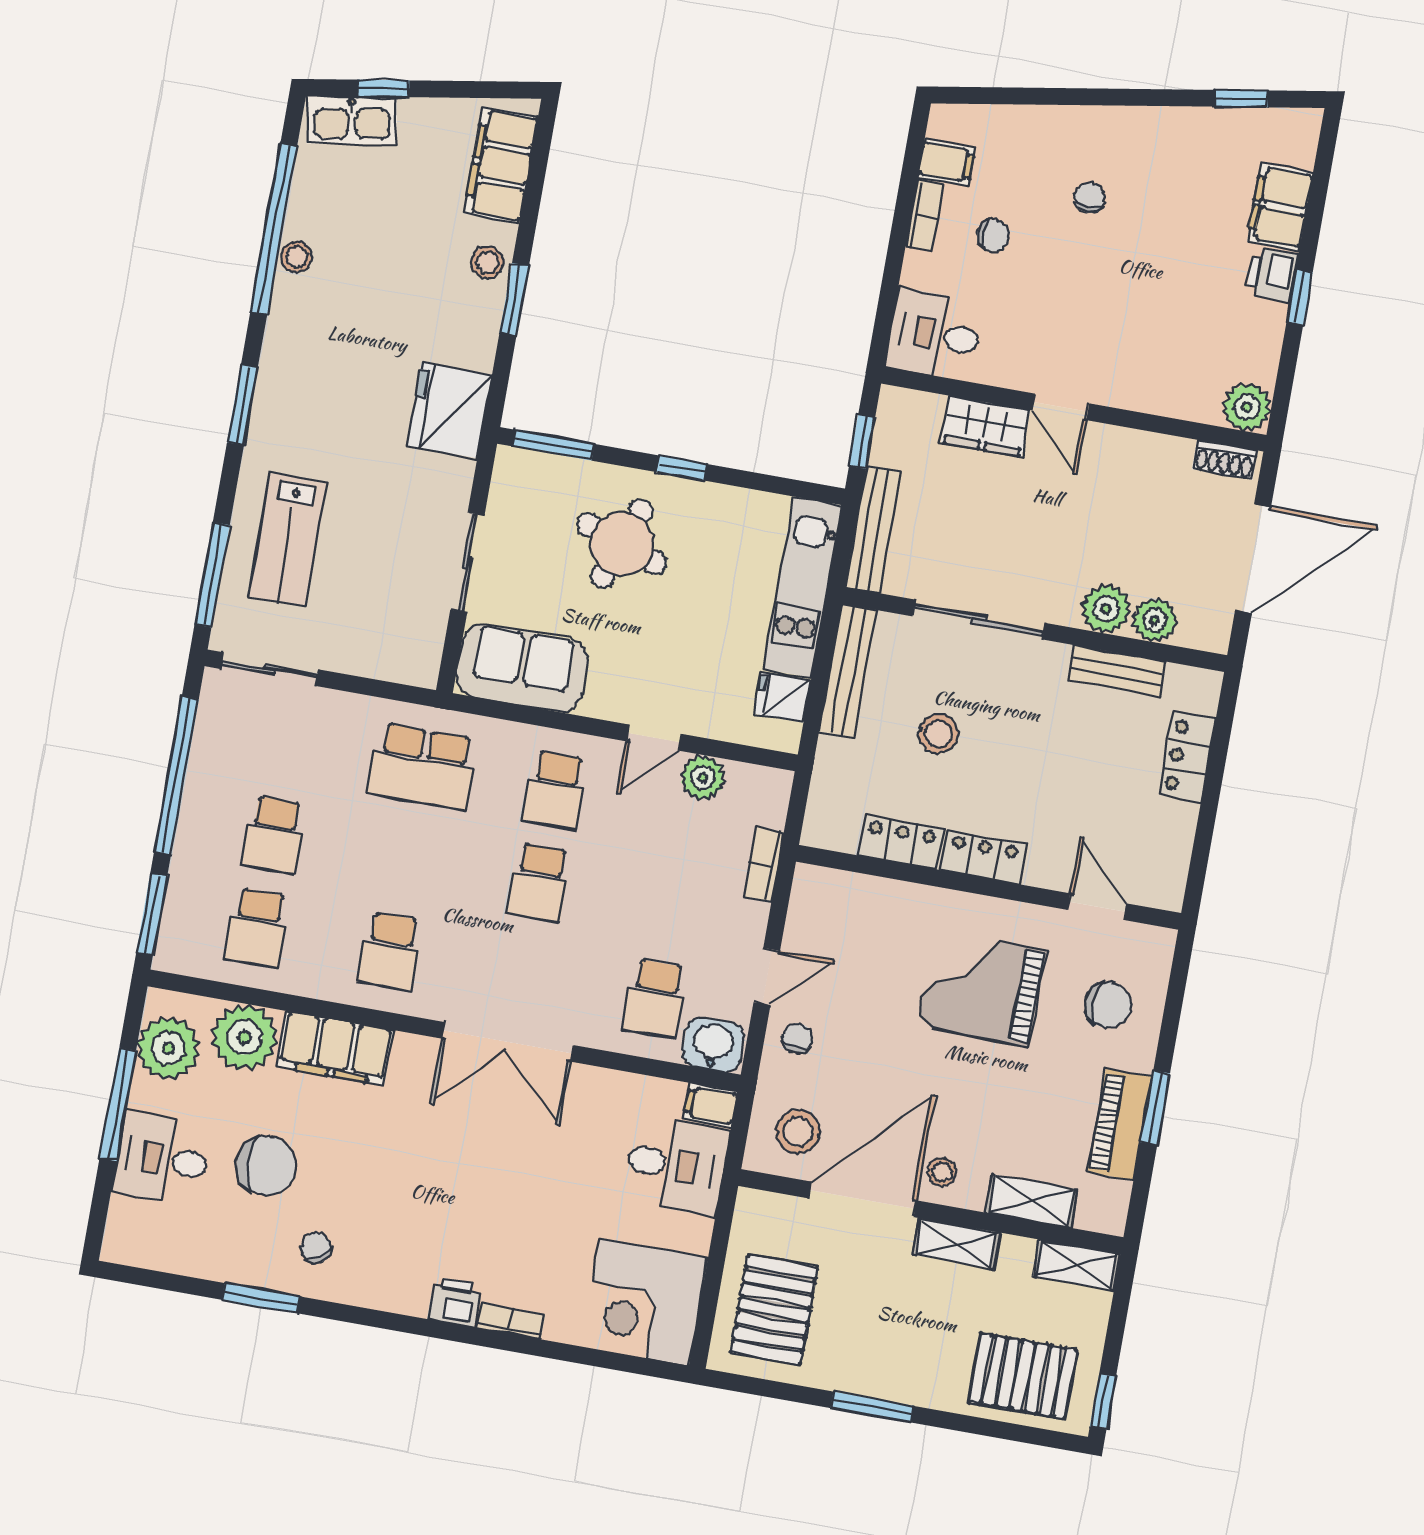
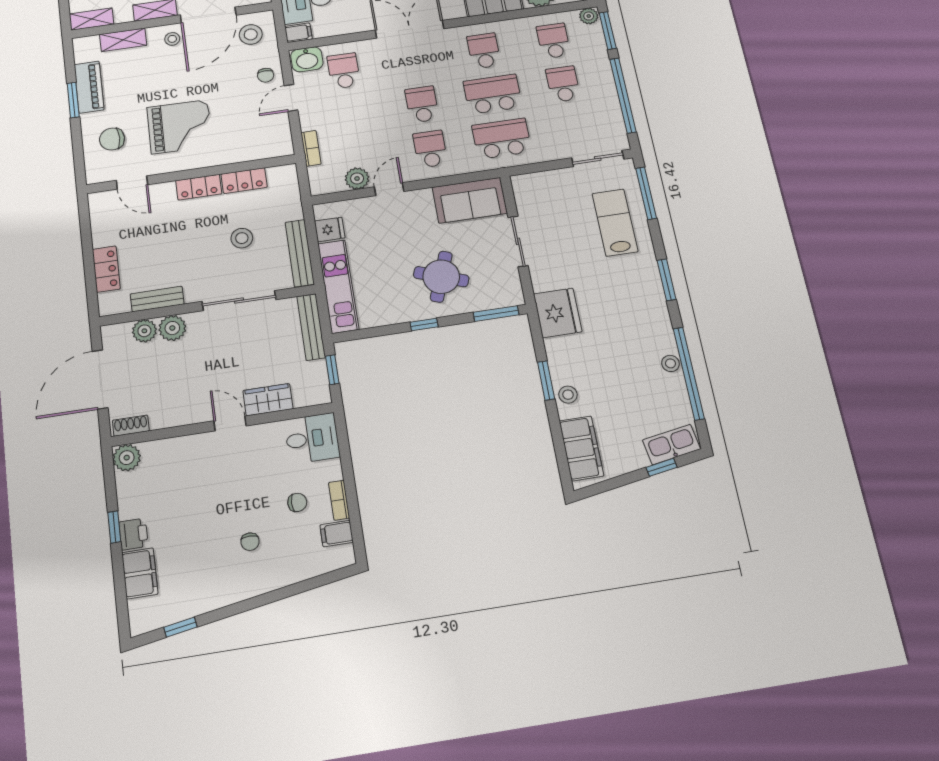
chair: (993, 235) -> (297, 502), turned 180
school desk: (406, 859) -> (493, 94), added
plant: (174, 956) -> (589, 16), added

